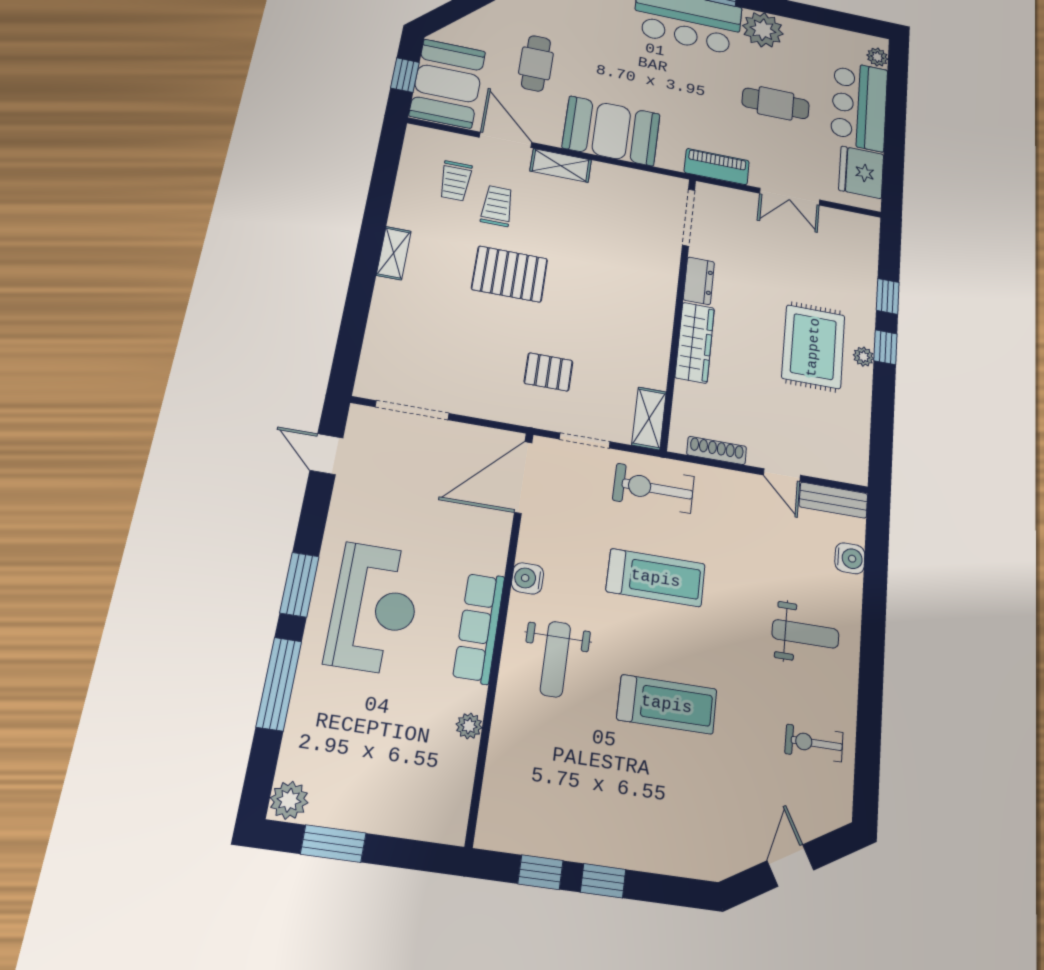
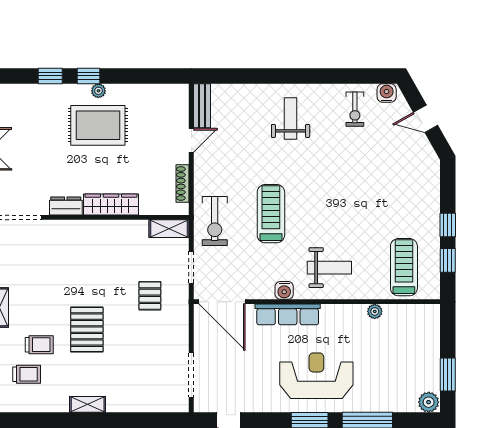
trolley: (497, 206) -> (39, 345), turned 180
water cooler: (850, 558) -> (387, 93), moved
row of seats: (479, 627) -> (288, 314), moved
treadmill: (667, 704) -> (404, 267), moved

